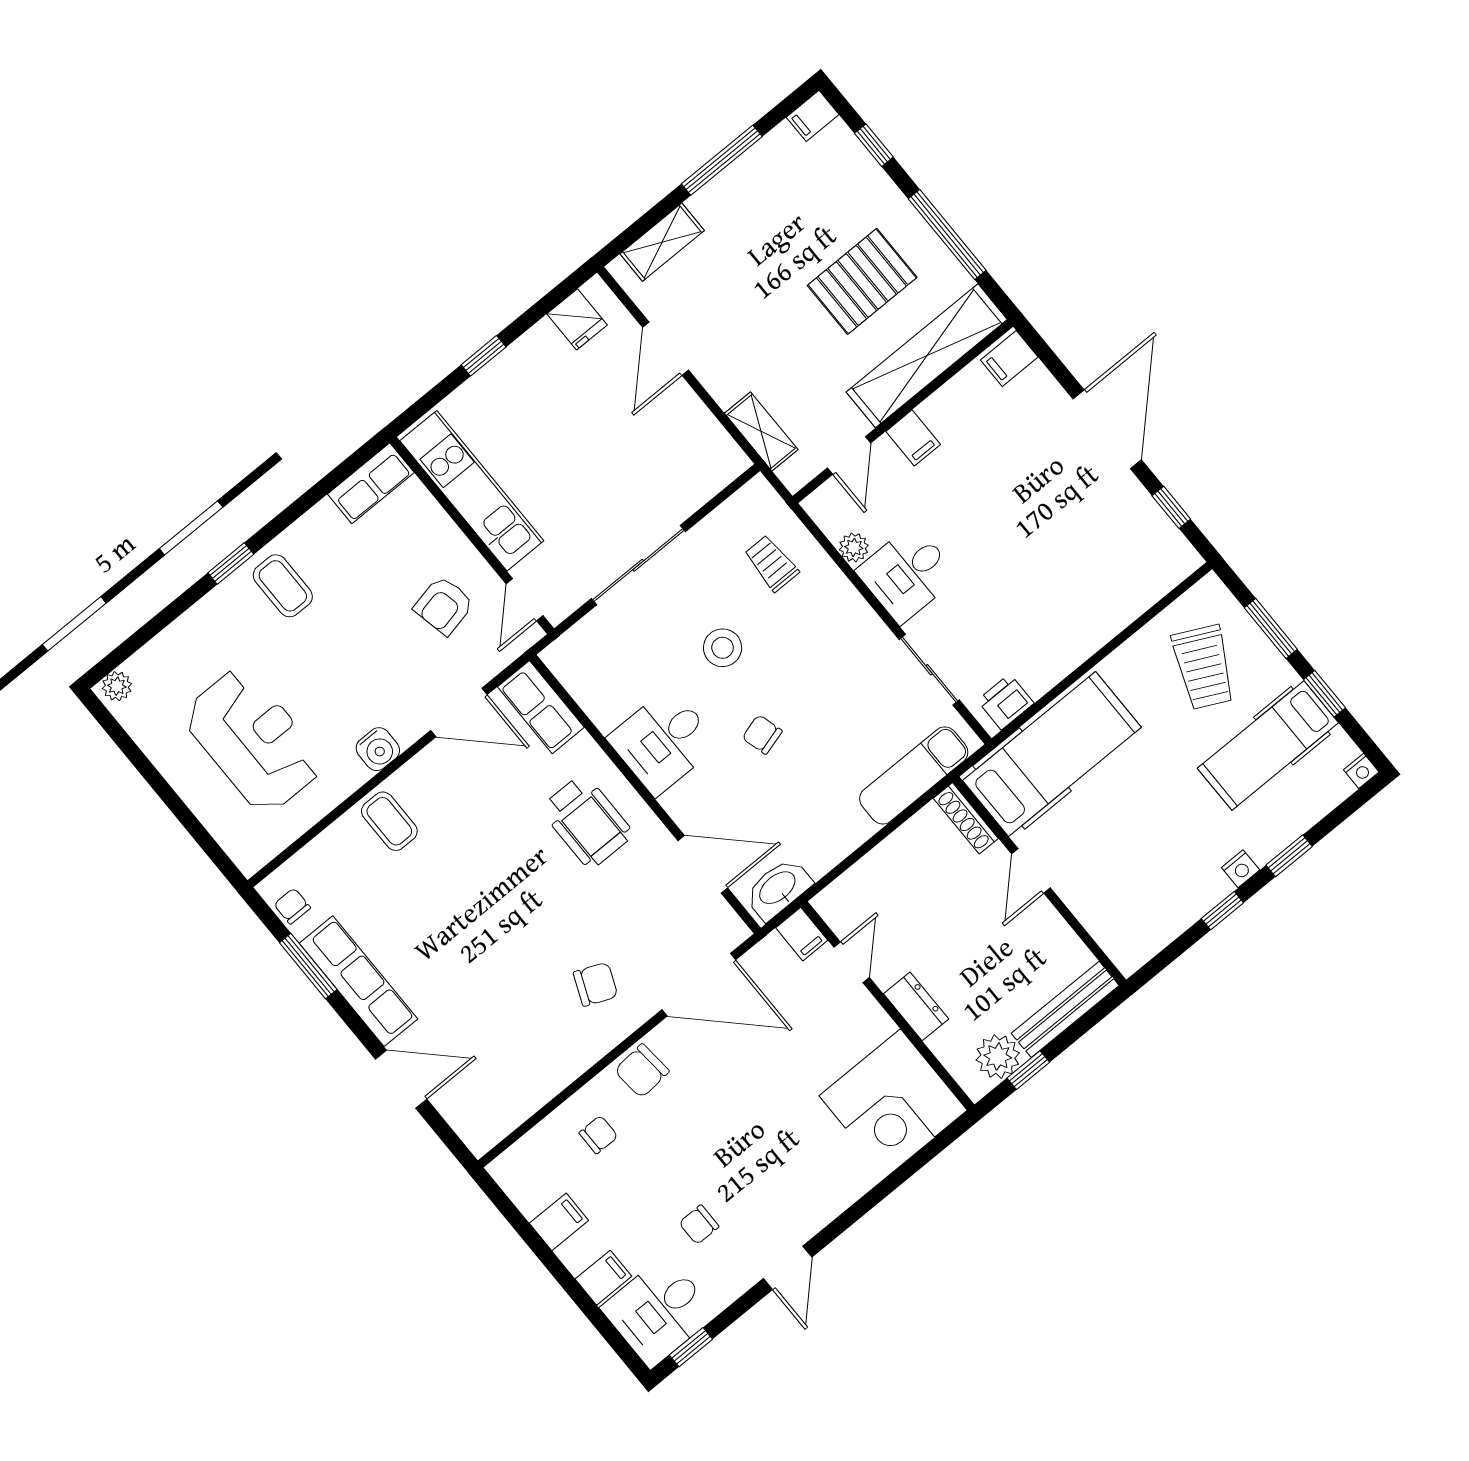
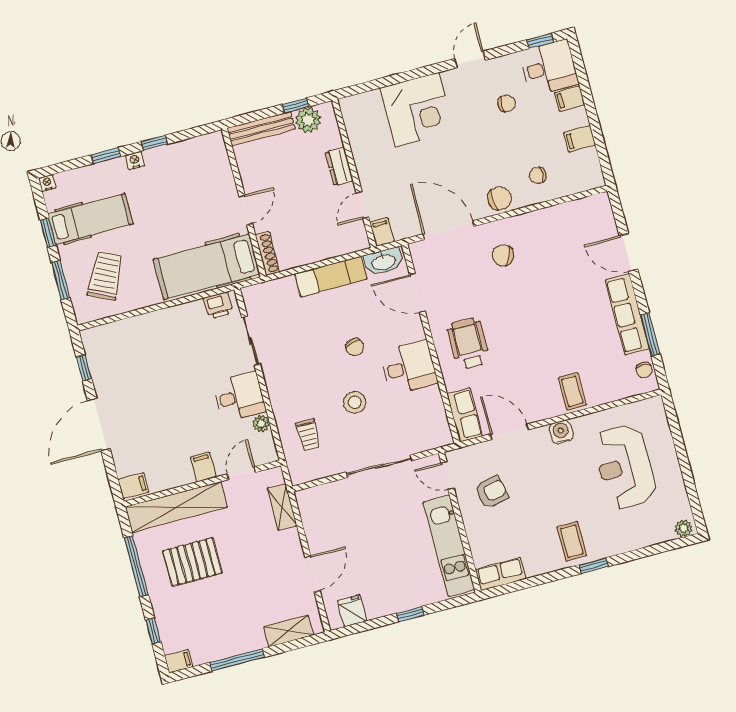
door: (525, 600) -> (447, 475), swing flipped
exam couch: (914, 775) -> (331, 277), moved
corner desk: (893, 1103) -> (417, 110), moved, turned 90

